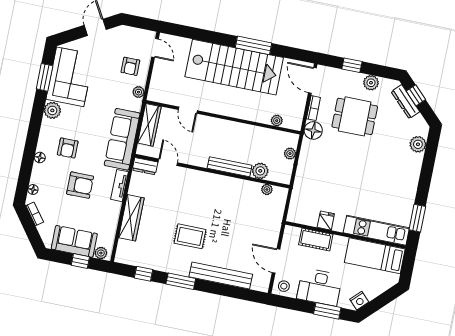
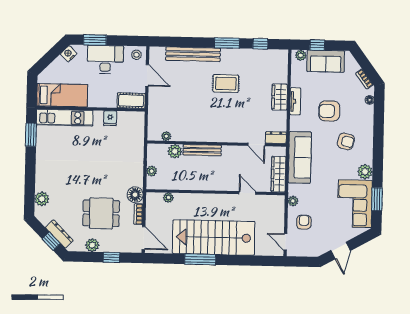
armchair: (68, 148) -> (346, 141), turned 103
floor lamp: (40, 158) -> (369, 129), removed
tv unit: (120, 186) -> (295, 101), moved
wardrobe: (131, 218) -> (280, 97), width x0.67
cot: (316, 240) -> (131, 101), moved

